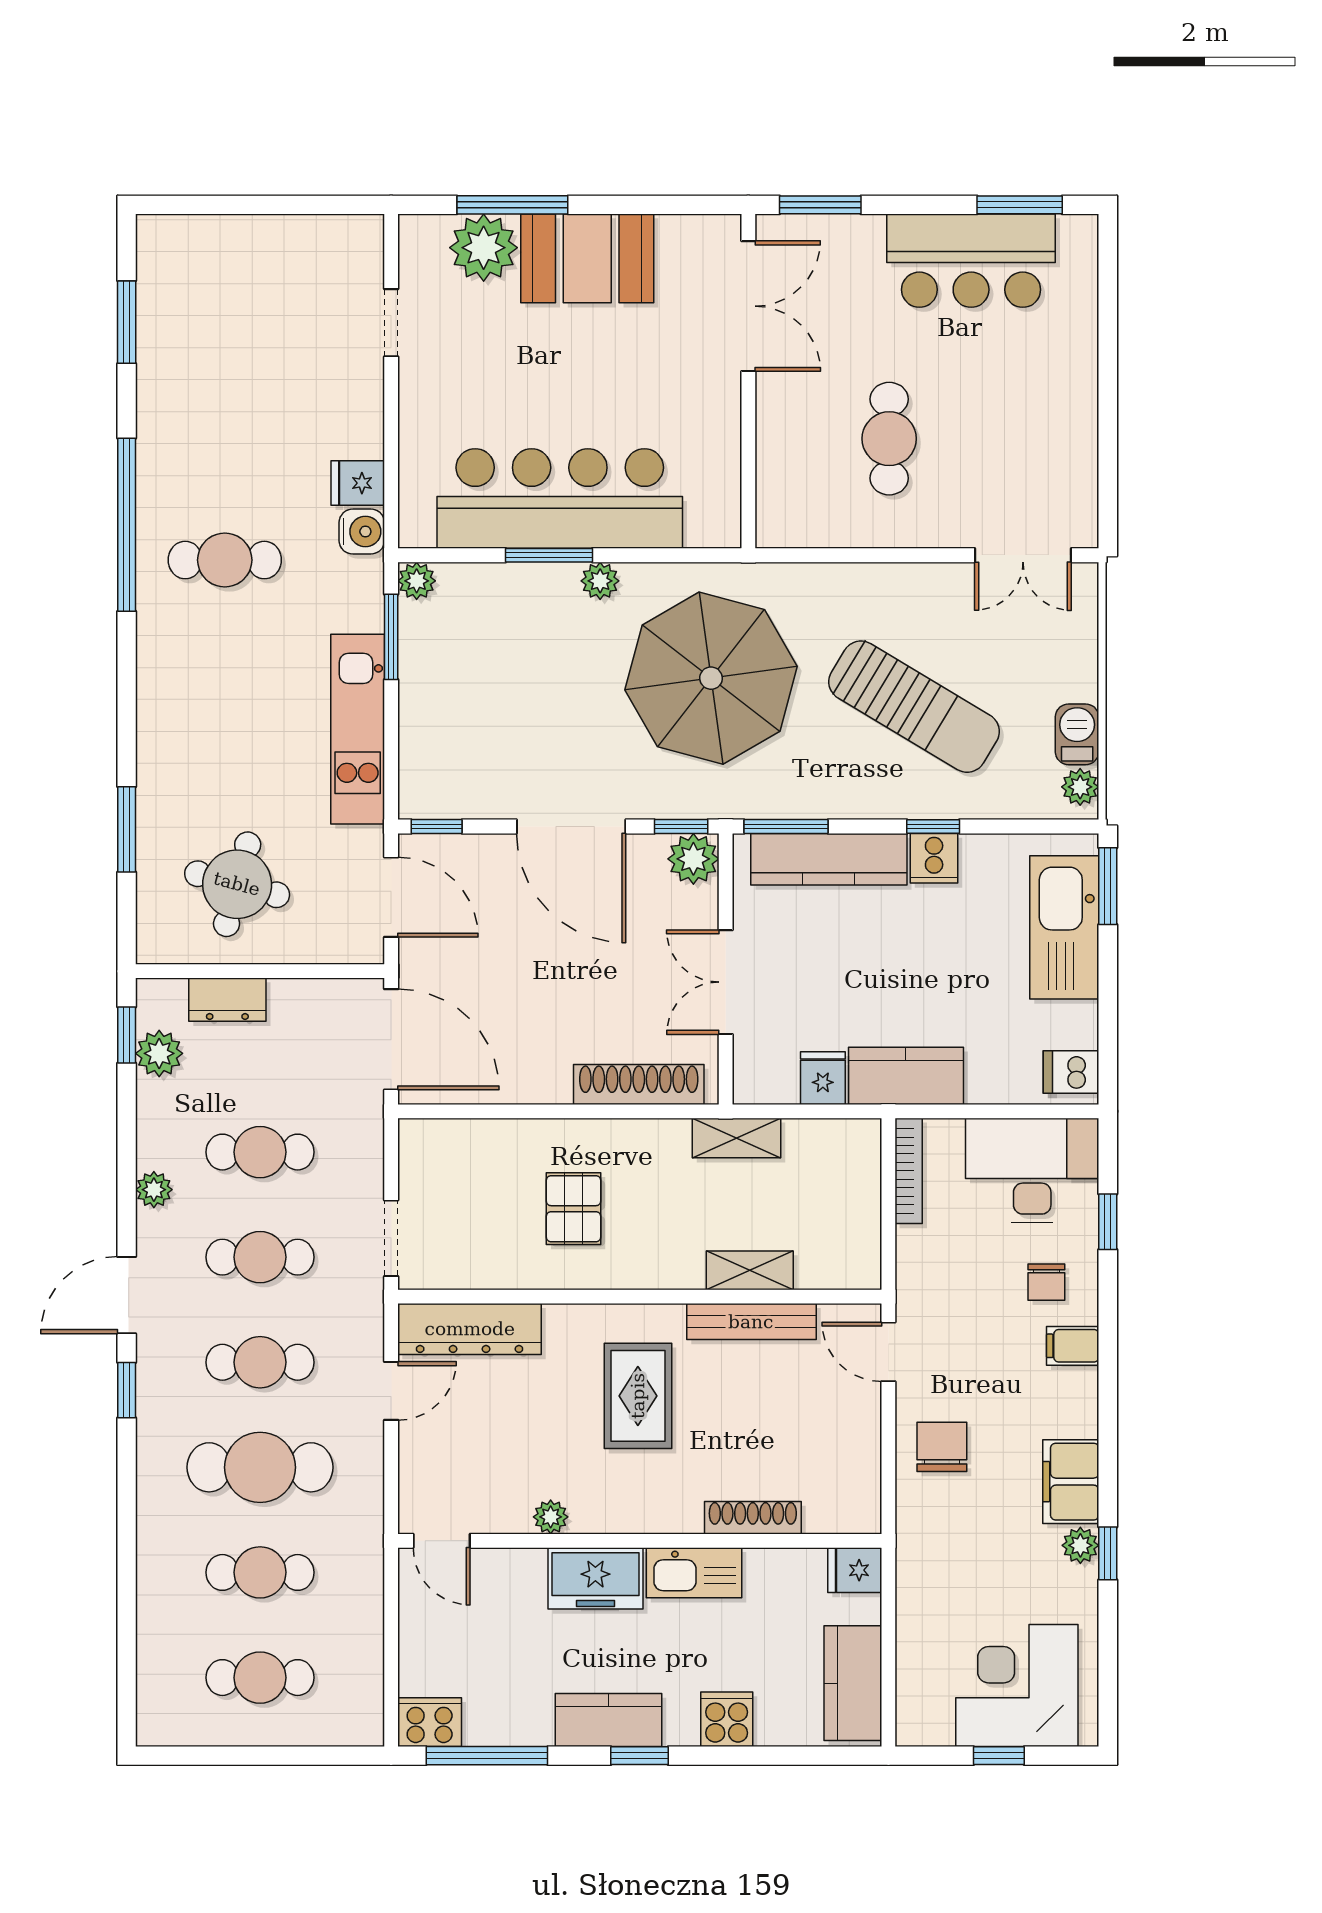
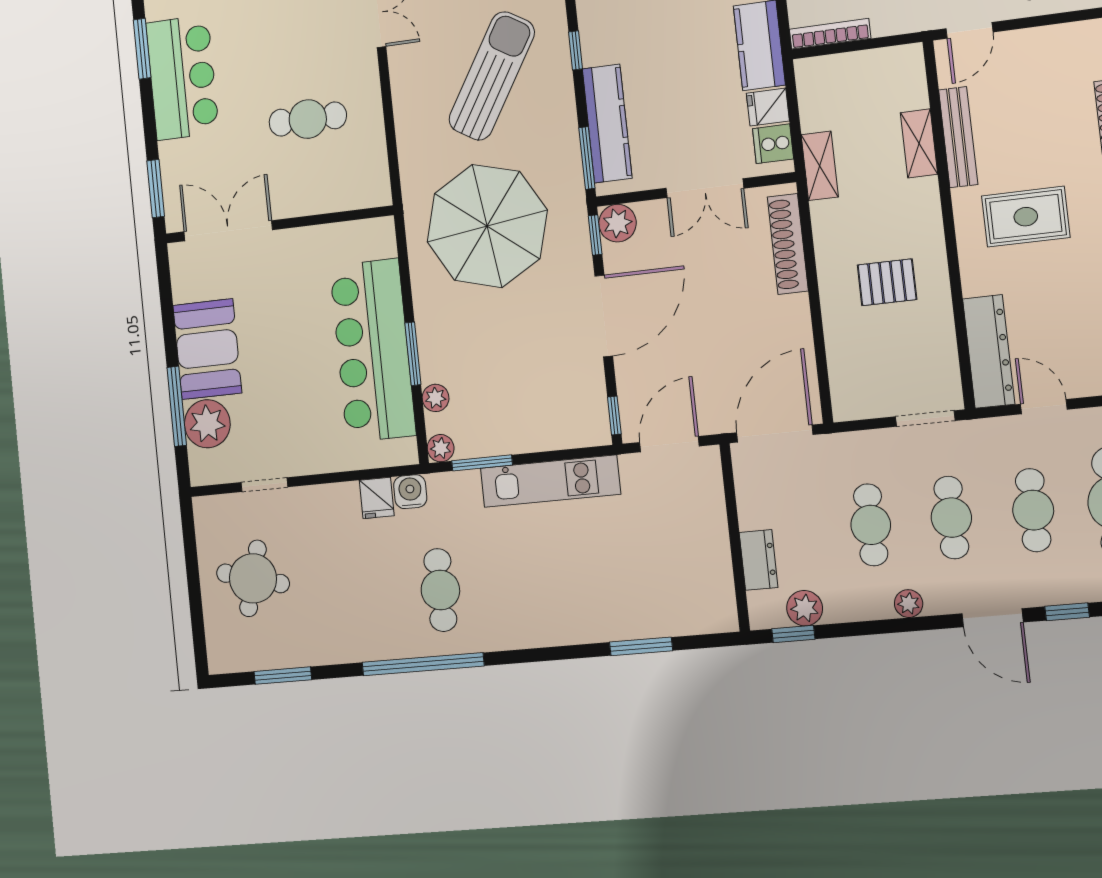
plant: (600, 581) -> (436, 398), moved
cooker: (934, 858) -> (773, 144), moved, turned 180
round table: (237, 884) -> (253, 578), moved

